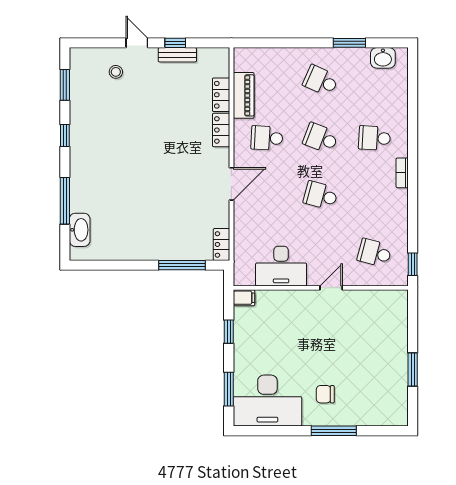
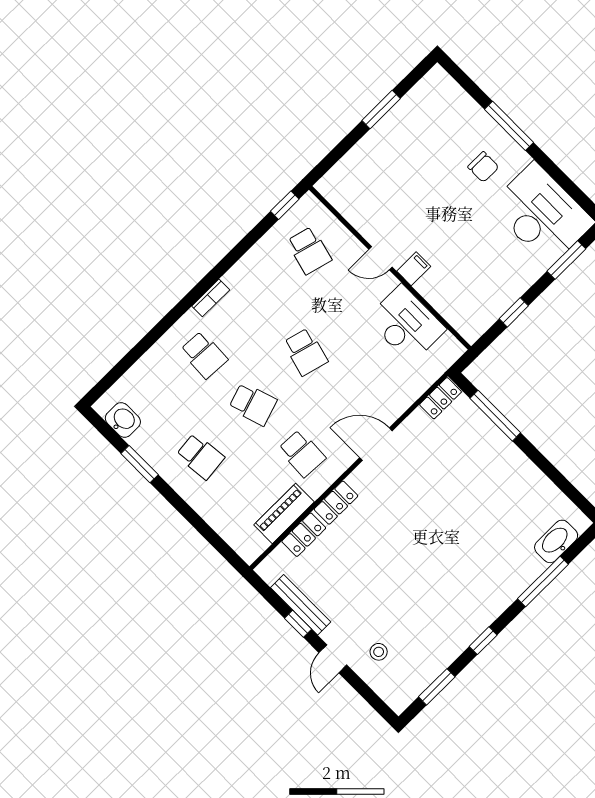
bench: (177, 55) -> (301, 605), width x1.36
school desk: (321, 81) -> (200, 456), turned -30
school desk: (321, 138) -> (253, 404), turned -39
filing cabinet: (244, 298) -> (414, 269), moved, turned 90

